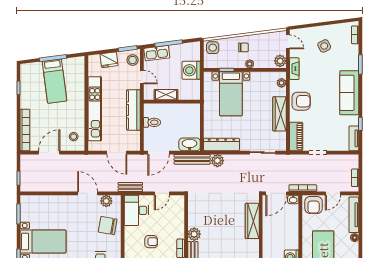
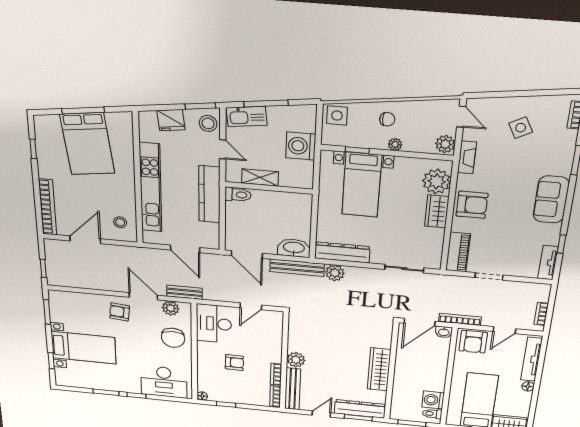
bed: (55, 81) -> (87, 144), width x1.50
plant: (282, 83) -> (437, 181), width x1.87, depth x1.87
sofa: (349, 93) -> (551, 199), width x0.73
wardrobe: (280, 114) -> (437, 211), width x0.67
toilet: (152, 122) -> (238, 195), moved
door: (159, 153) -> (247, 254), hinge flipped
bench: (130, 187) -> (184, 292), moved
armchair: (70, 208) -> (120, 312), added
wardrobe: (252, 221) -> (379, 369), moved
chair: (108, 226) -> (173, 338), turned -100

